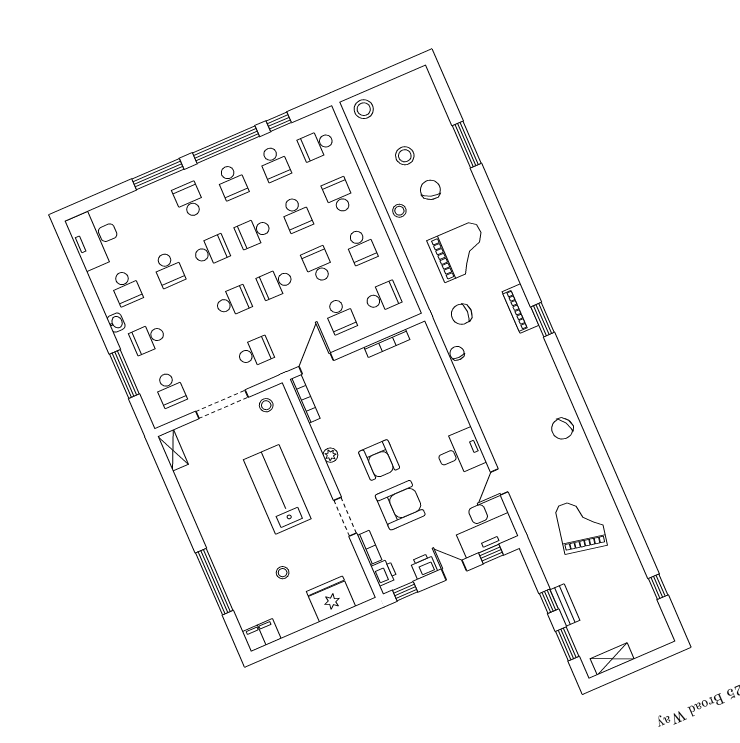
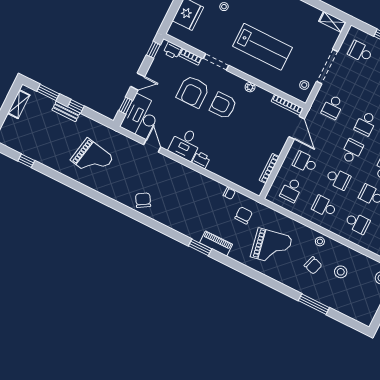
grand piano: (460, 251) -> (271, 247), turned -101
printer: (424, 566) -> (201, 160), moved, turned -90

